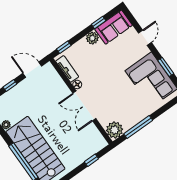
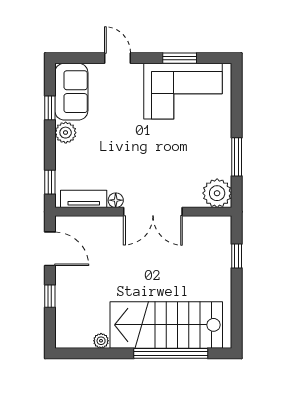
door: (32, 70) -> (50, 249), swing flipped
window: (138, 127) -> (237, 157), width x0.69

